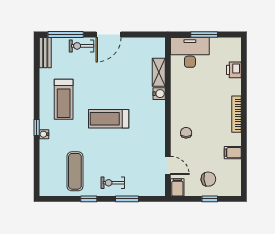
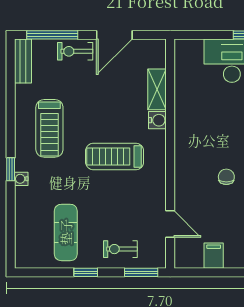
shelving: (159, 72) -> (157, 89), moved
water cooler: (159, 94) -> (157, 120), moved
wall: (168, 117) -> (170, 154), moved
door: (168, 165) -> (170, 224), moved

